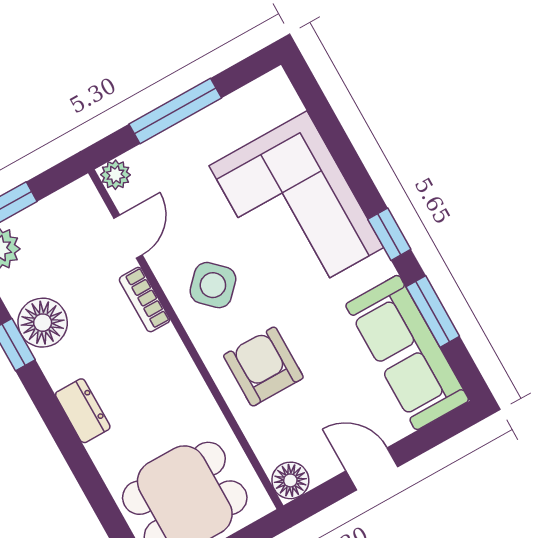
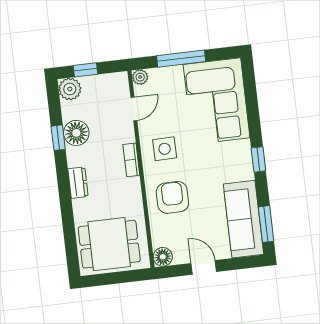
corner sofa: (296, 207) -> (217, 101), moved
side table: (213, 285) -> (165, 149), turned 45
bookcase: (145, 300) -> (131, 160), moved
window: (433, 312) -> (266, 224), moved

